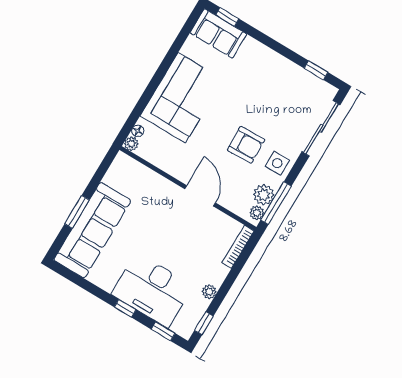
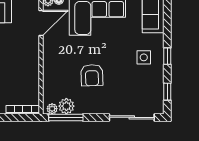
window: (227, 17) -> (167, 56), moved
side table: (277, 163) -> (144, 57), moved
door: (200, 196) -> (41, 23), moved

